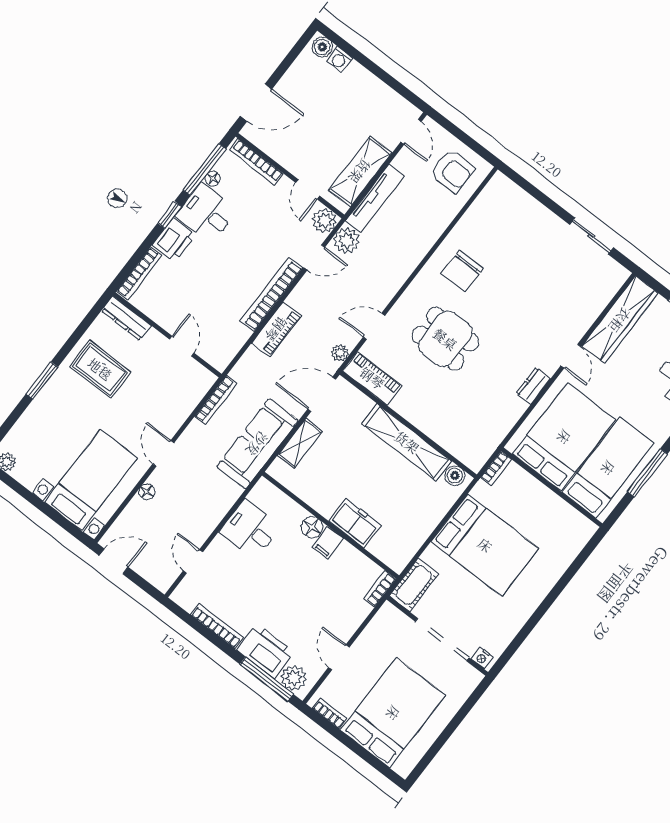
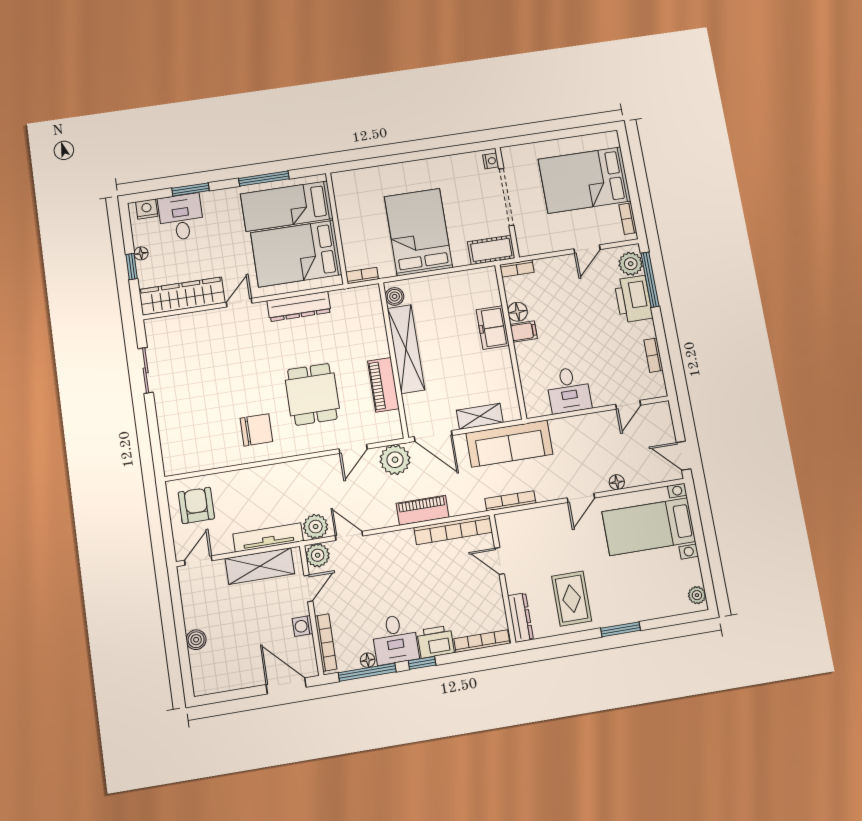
boiler: (322, 47) -> (196, 640), moved
washing machine: (340, 59) -> (303, 626), moved, turned 180
bookcase: (271, 294) -> (453, 530), moved
door: (374, 326) -> (353, 449), hinge flipped
door: (182, 346) -> (499, 561), hinge flipped
plant: (340, 353) -> (395, 460), width x1.87, depth x1.87
piano: (372, 378) -> (383, 385), moved
dresser: (533, 386) -> (299, 306), width x1.96, depth x1.24
floor lamp: (312, 527) -> (518, 312), moved
bookcase: (217, 626) -> (653, 355), width x0.64

